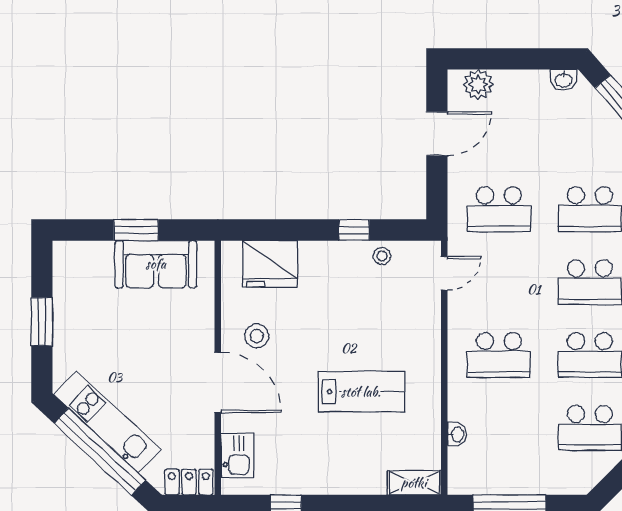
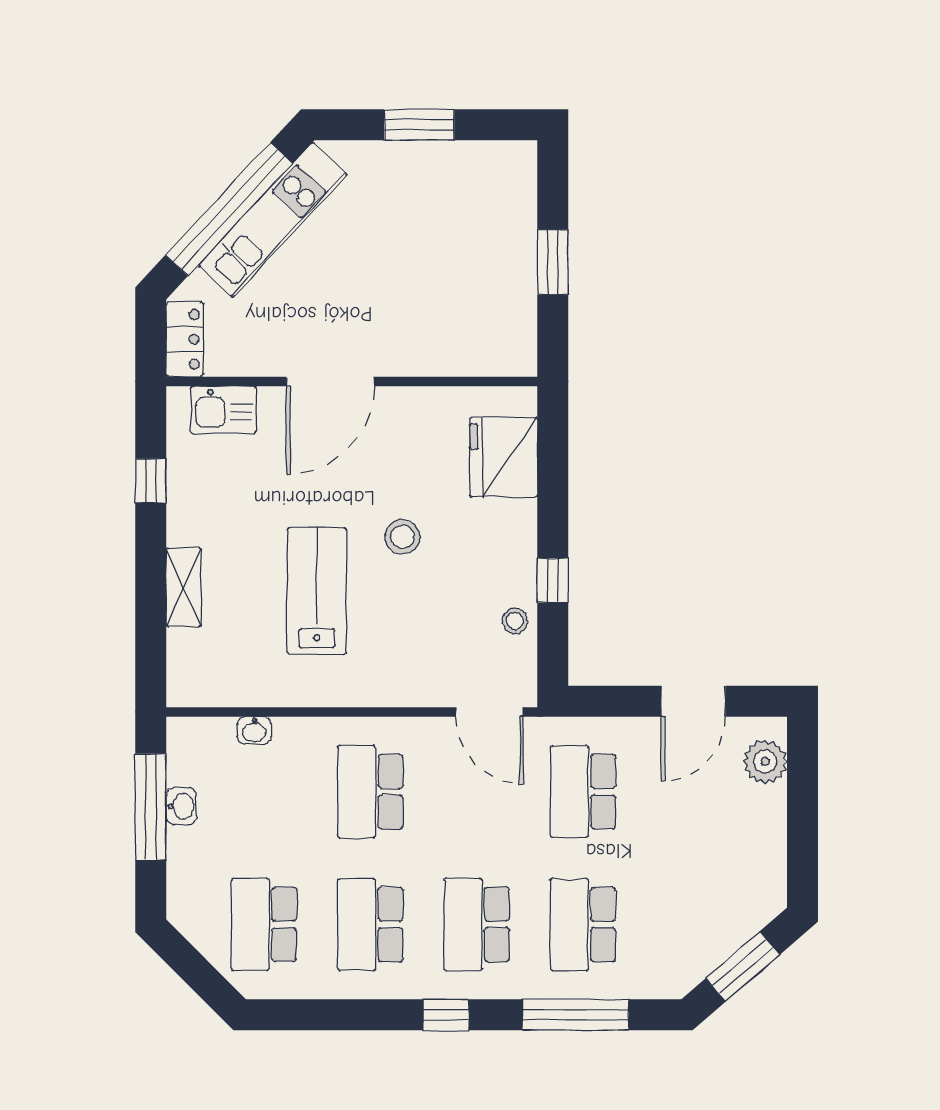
washbasin: (564, 80) -> (181, 806), moved, turned 180
door: (437, 134) -> (693, 701), hinge flipped
sofa: (156, 264) -> (503, 291), removed
door: (444, 273) -> (489, 712), width x1.38
stool: (257, 336) -> (402, 537), moved
lab bench: (361, 392) -> (317, 591), turned 180
shelving: (414, 483) -> (184, 587), moved

